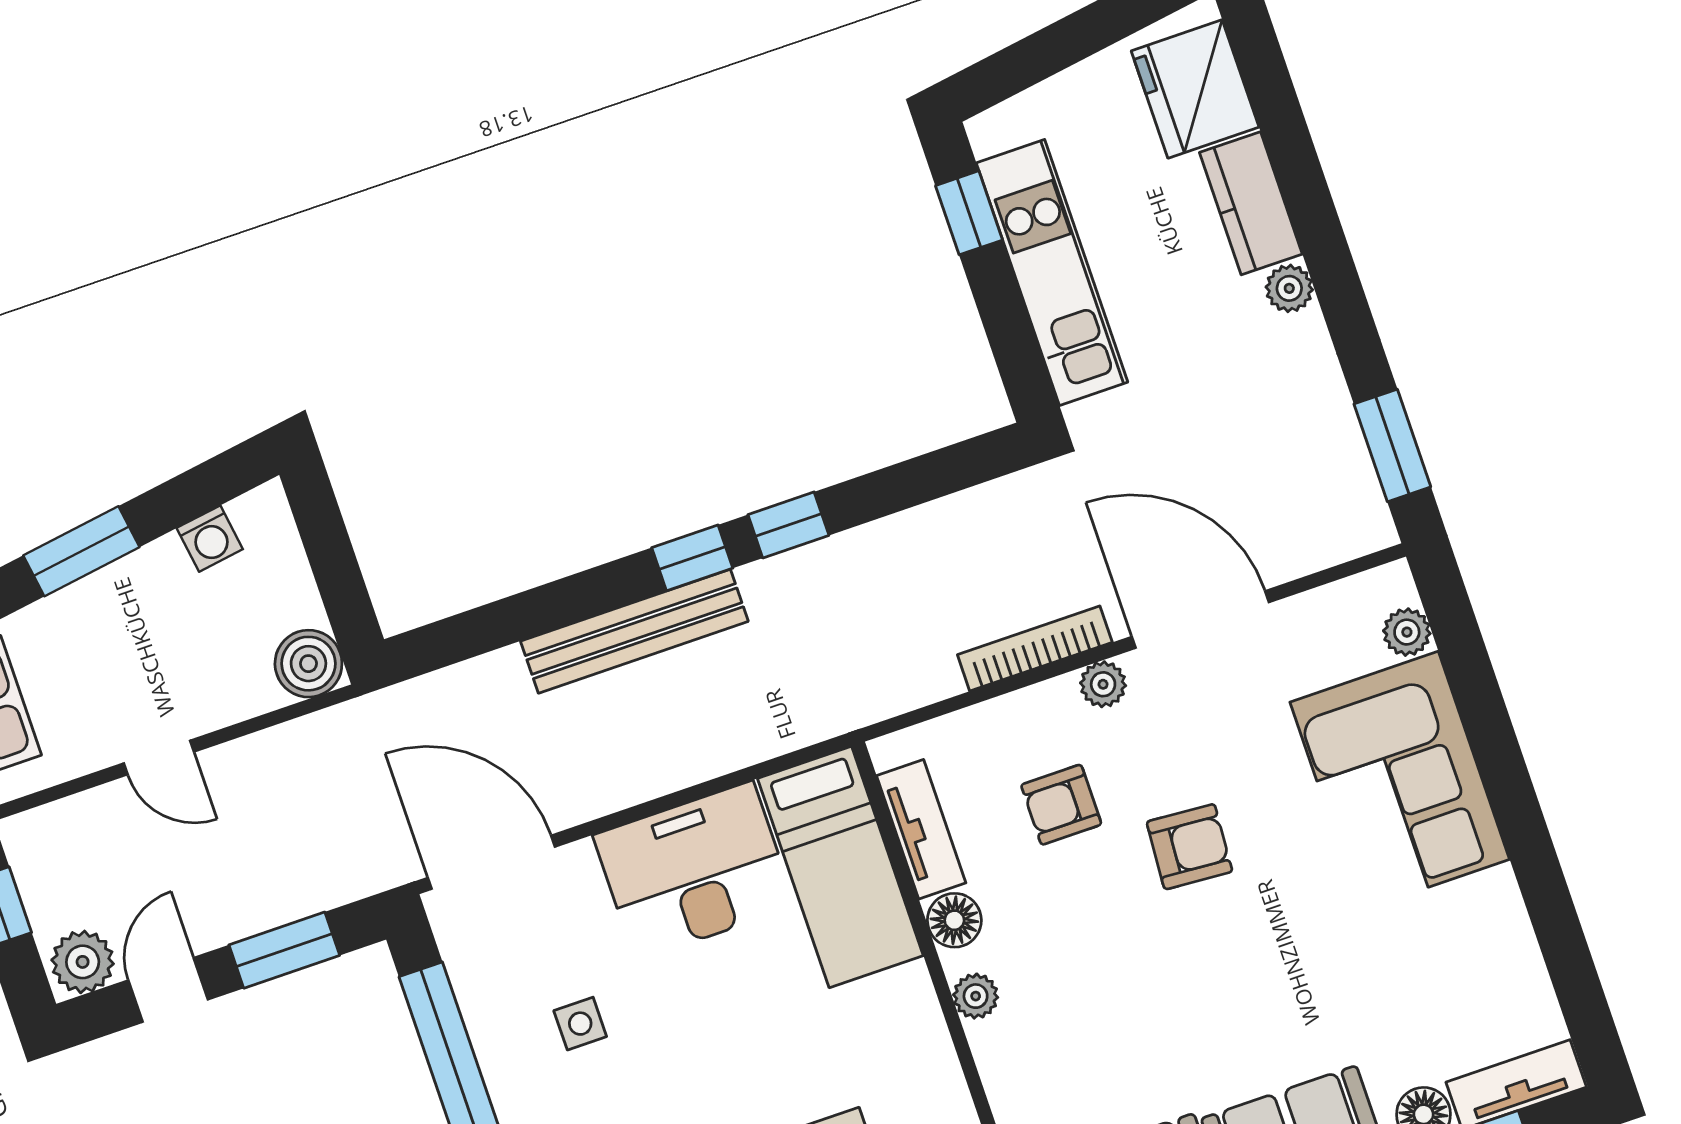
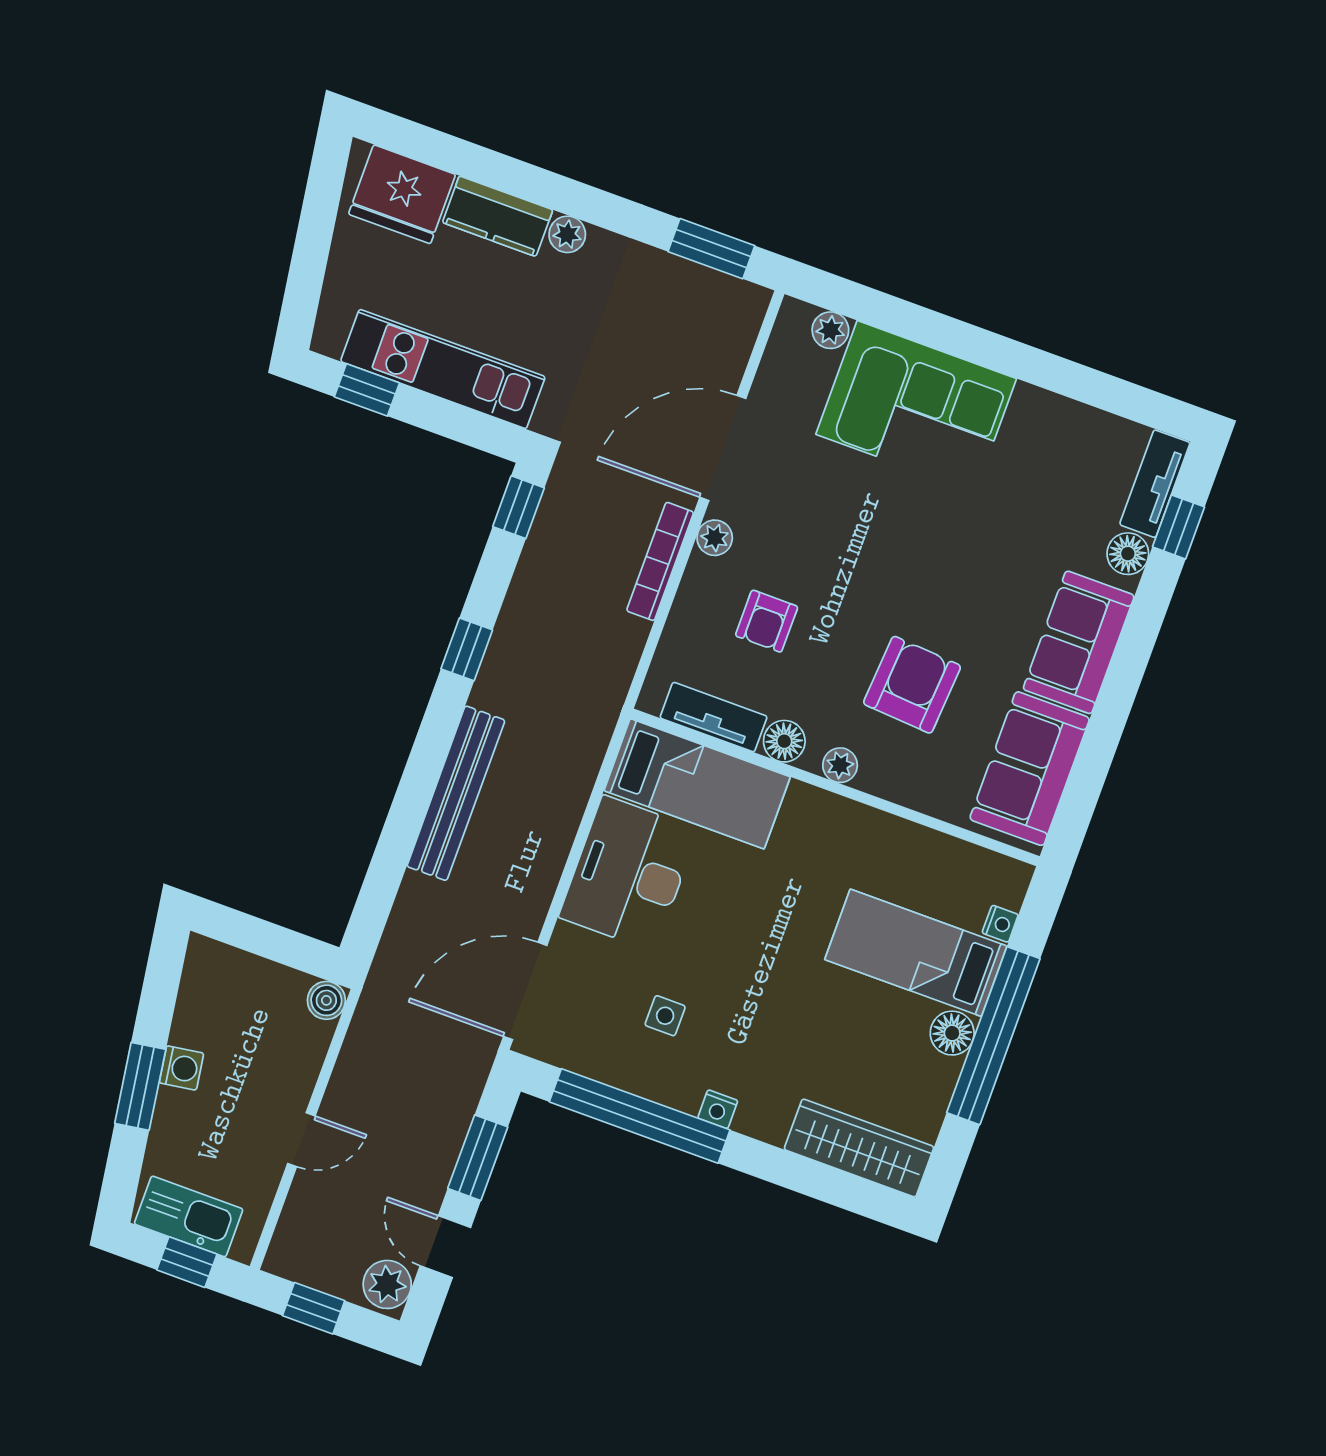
washing machine: (210, 539) -> (181, 1068), moved
window: (692, 558) -> (519, 507), moved
boiler: (308, 664) -> (326, 1000), width x0.73, depth x0.73
armchair: (1189, 847) -> (912, 685), moved, width x1.38, depth x1.38

